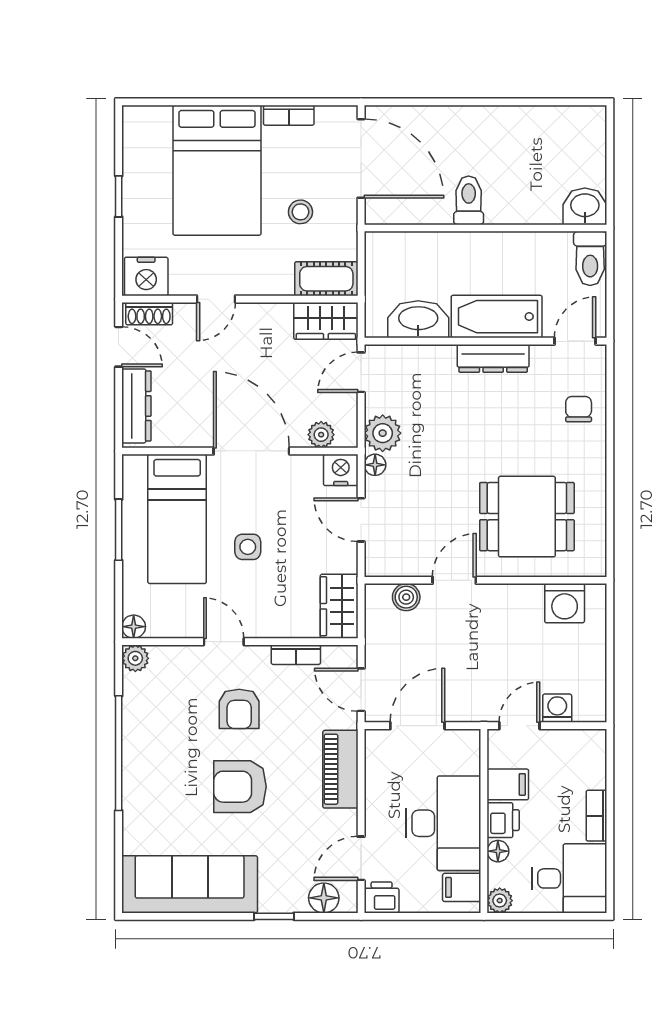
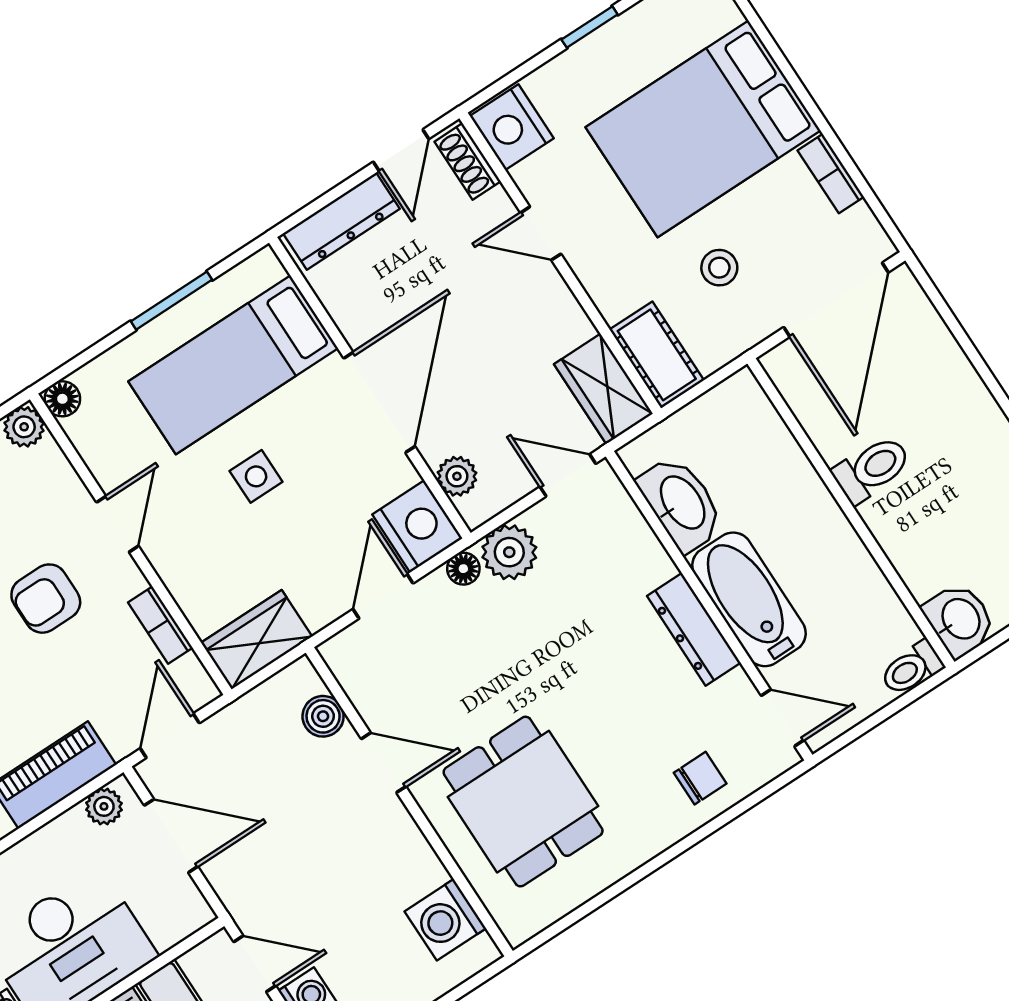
toilet: (590, 258) -> (912, 668), width x0.73, depth x0.72
nightstand: (341, 470) -> (417, 526), width x1.36, depth x1.33
plant: (376, 752) -> (104, 806), added

